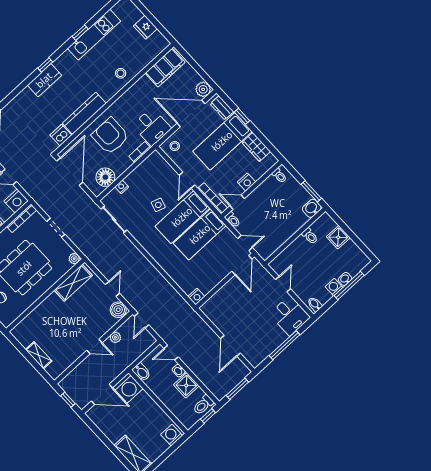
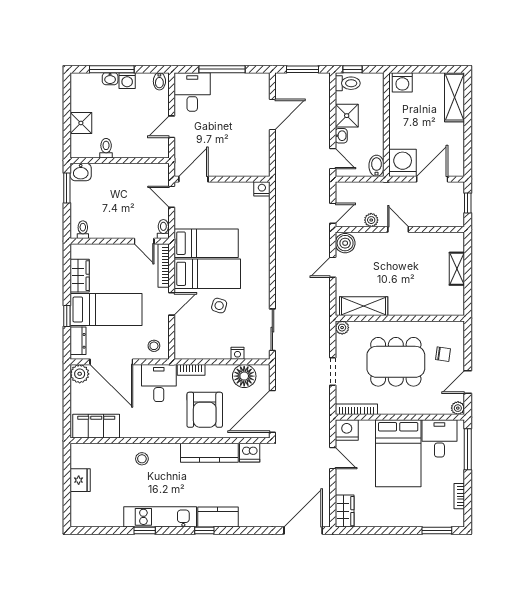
kitchen unit: (94, 35) -> (160, 517), moved
nightstand: (247, 182) -> (118, 252), removed
door: (102, 394) -> (432, 179), hinge flipped

